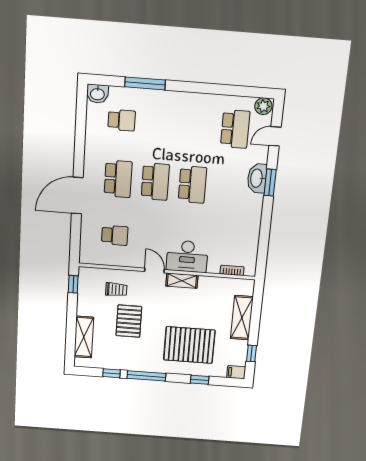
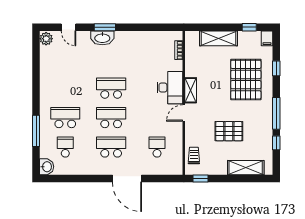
school desk: (235, 129) -> (65, 118), moved
trolley: (116, 290) -> (194, 156), moved

